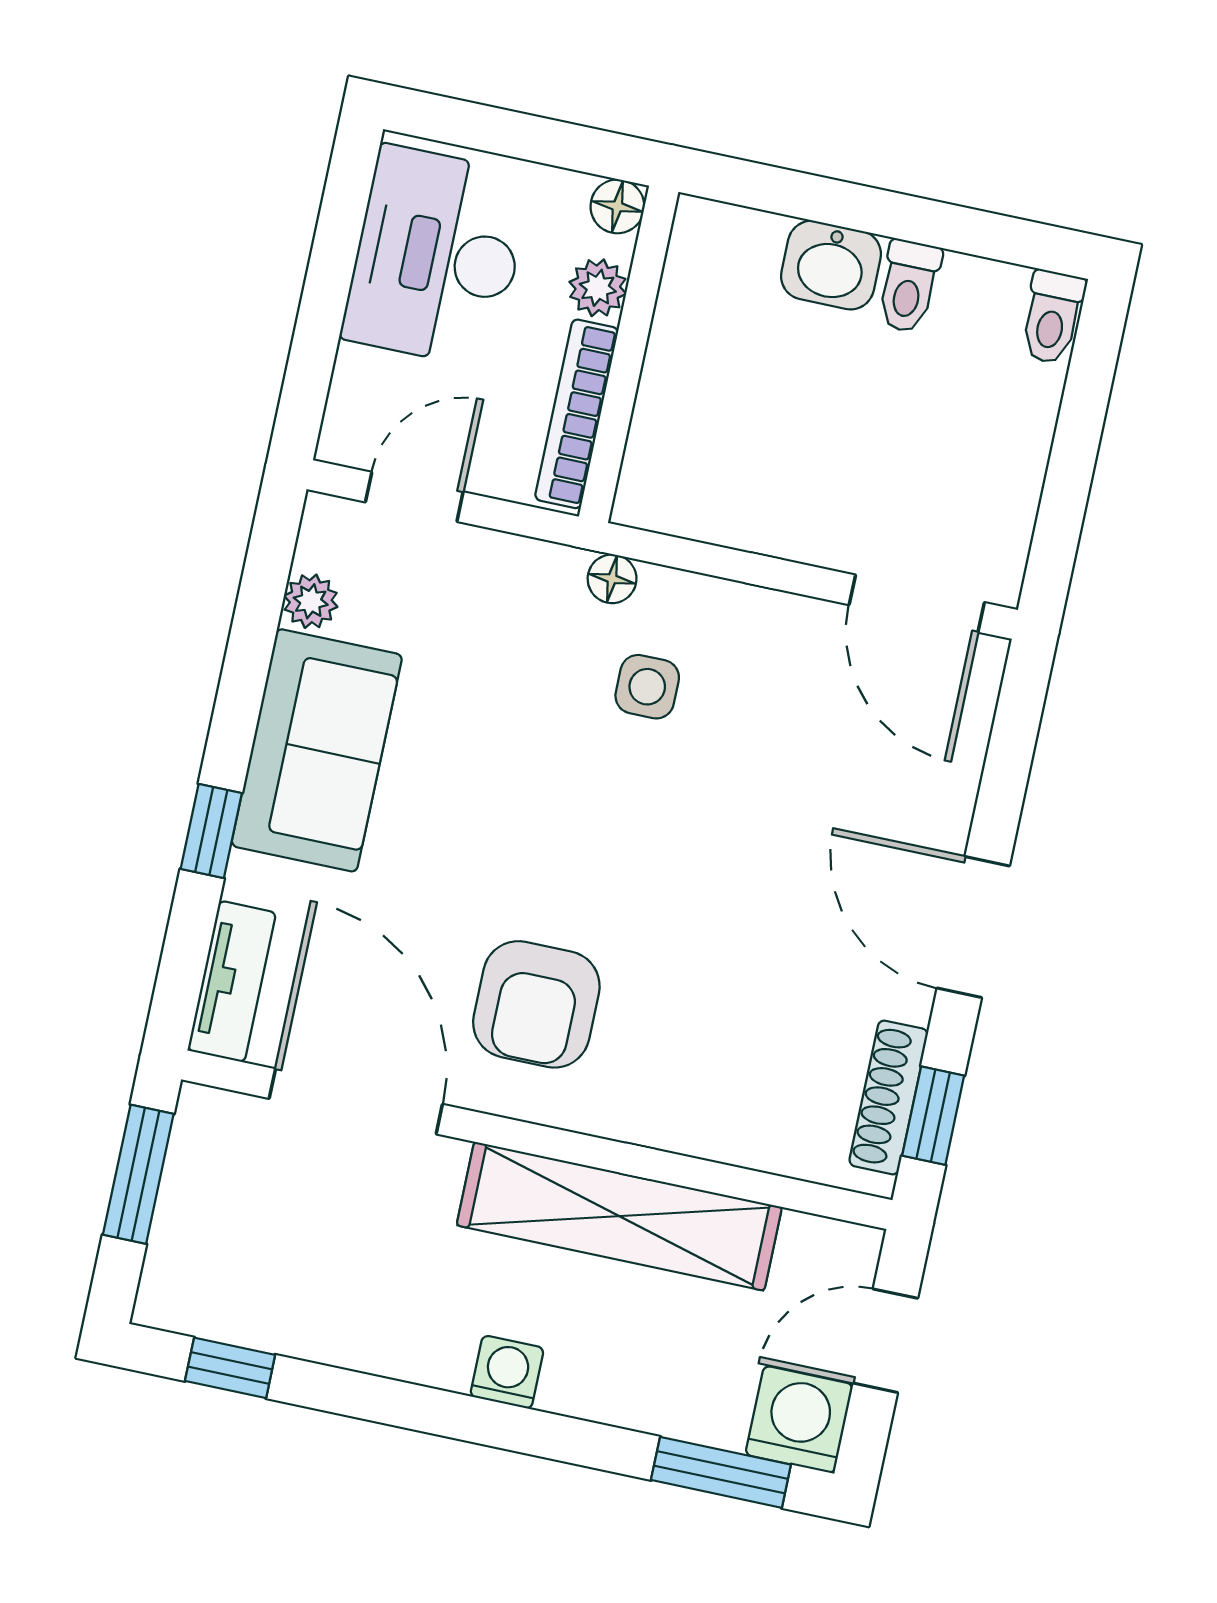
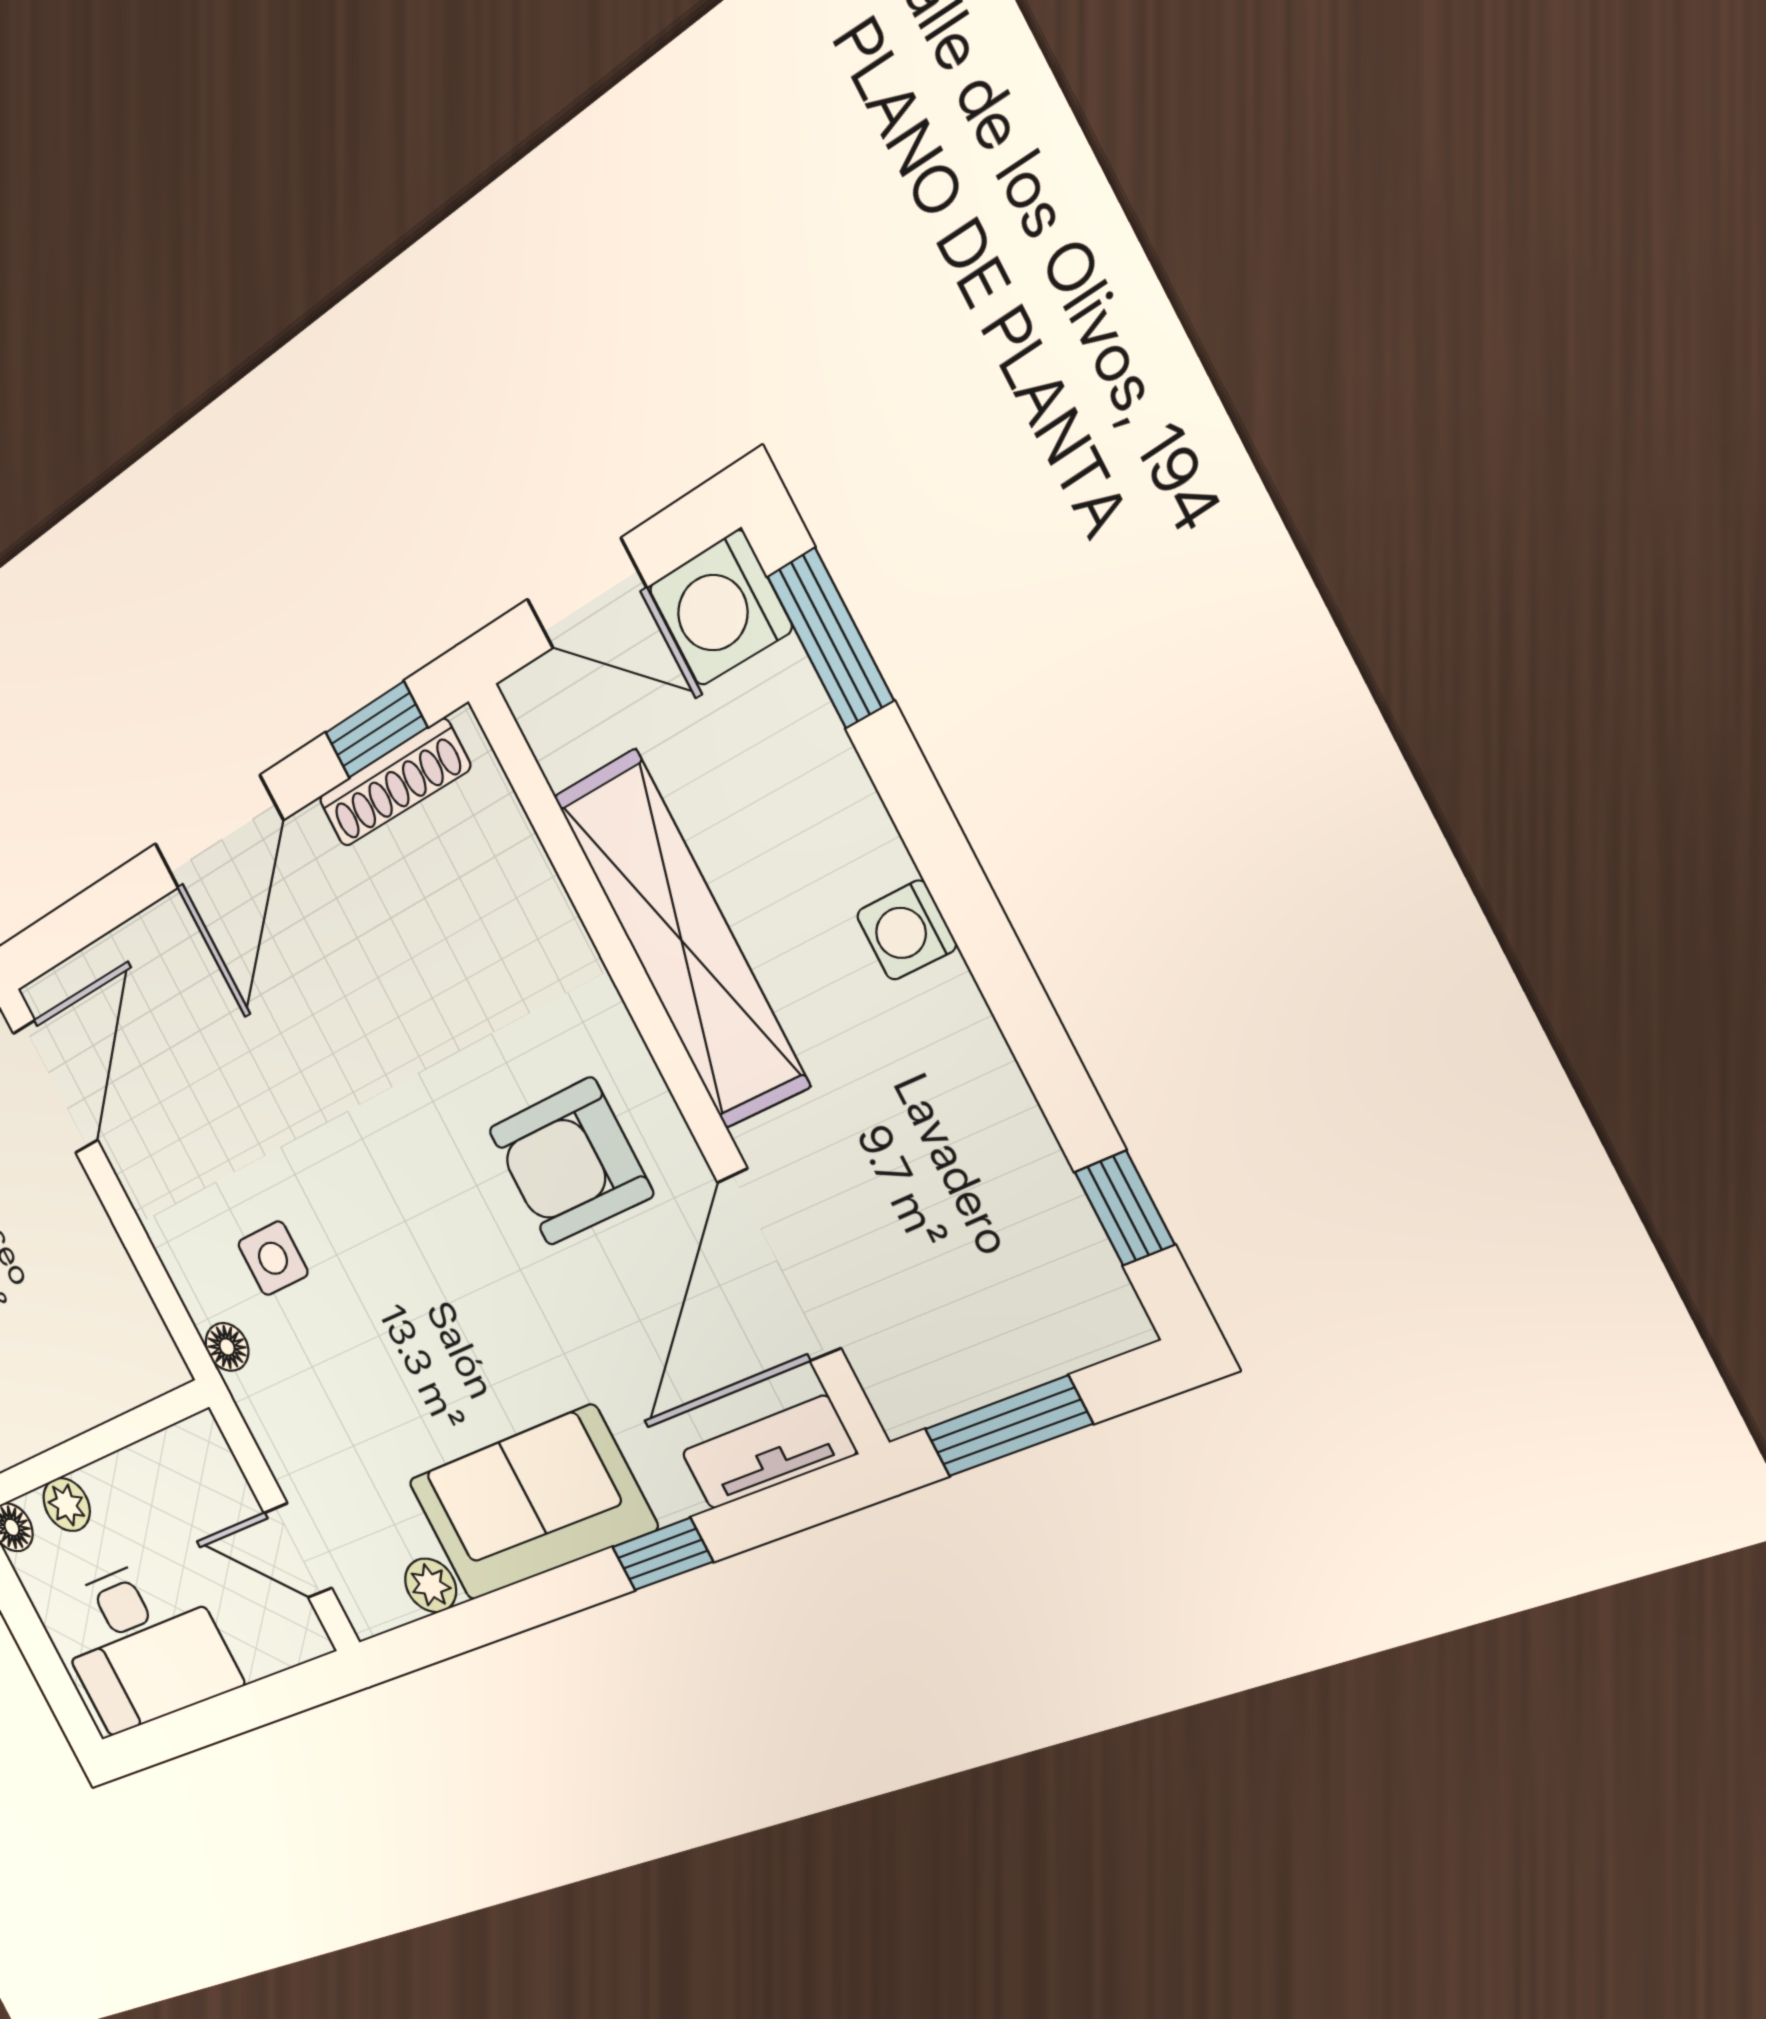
bookcase: (577, 414) -> (150, 1460), removed
armchair: (536, 1004) -> (571, 1162), turned 180

